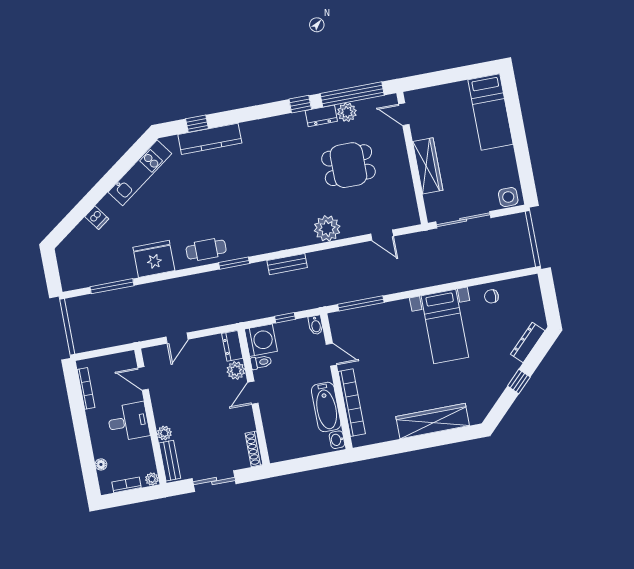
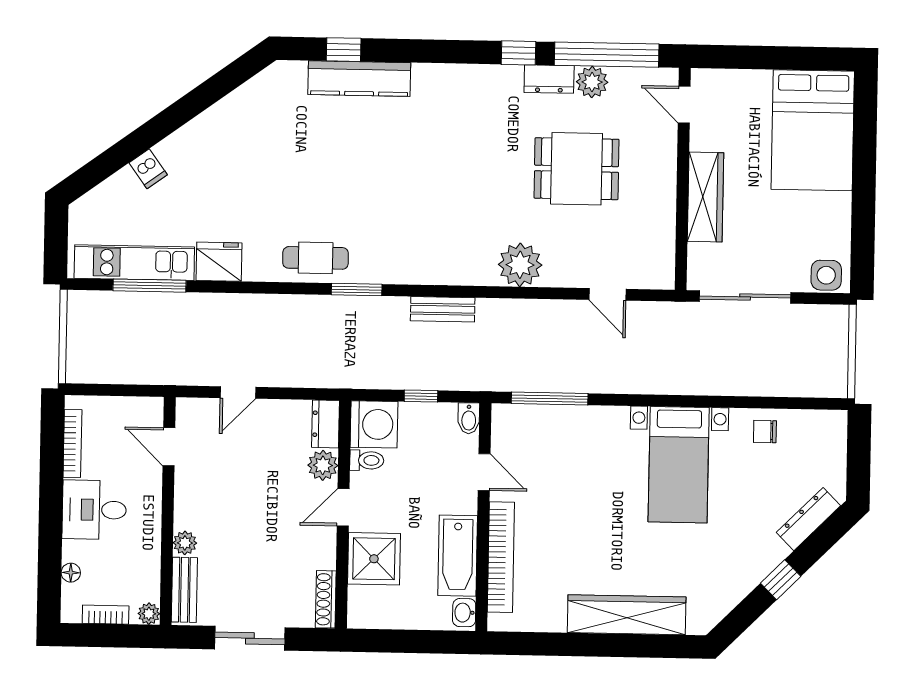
bed: (490, 112) -> (813, 130), width x1.50
kitchen unit: (140, 173) -> (134, 263), moved, turned -144
fridge: (154, 259) -> (219, 262), width x0.73, depth x0.75
shower: (277, 419) -> (374, 559), added
desk: (128, 422) -> (94, 510), moved, turned 180

